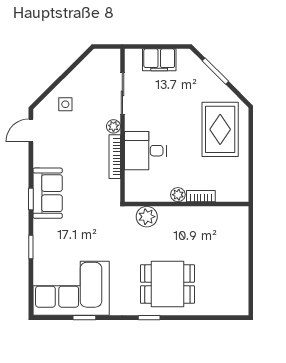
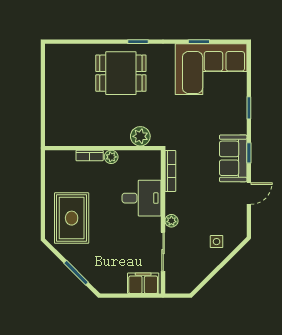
filing cabinet: (159, 60) -> (143, 283), moved
door: (31, 130) -> (249, 193), moved
bookcase: (115, 157) -> (170, 171), moved

